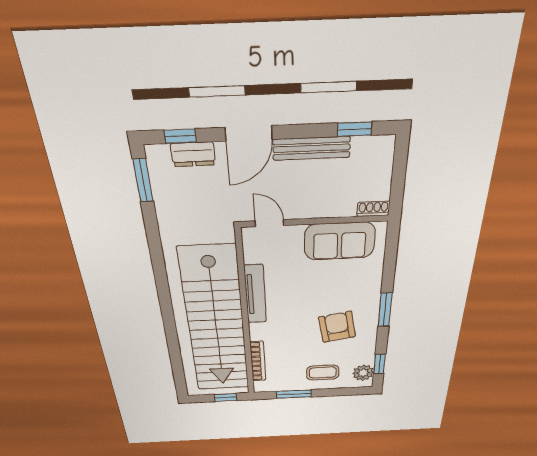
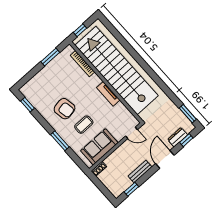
bench: (312, 148) -> (140, 172), width x0.73
tv unit: (255, 294) -> (108, 94), width x0.71
window: (385, 310) -> (60, 141), moved
coffee table: (323, 373) -> (84, 125), moved
plant: (363, 373) -> (30, 94), removed

